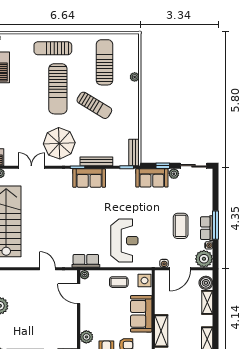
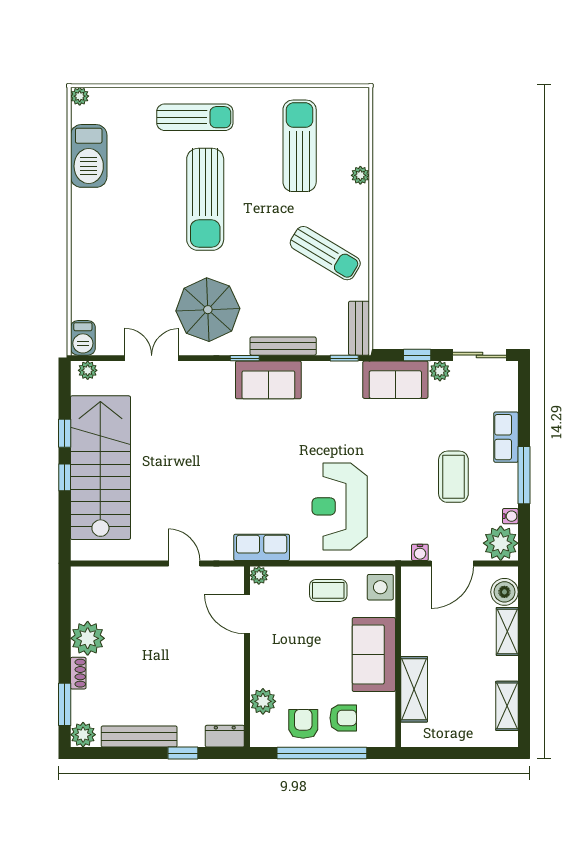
sun lounger: (53, 48) -> (195, 117), turned 180
sun lounger: (94, 105) -> (325, 253), moved
row of seats: (207, 228) -> (506, 437), moved
reception desk: (124, 241) -> (340, 506), turned 180

